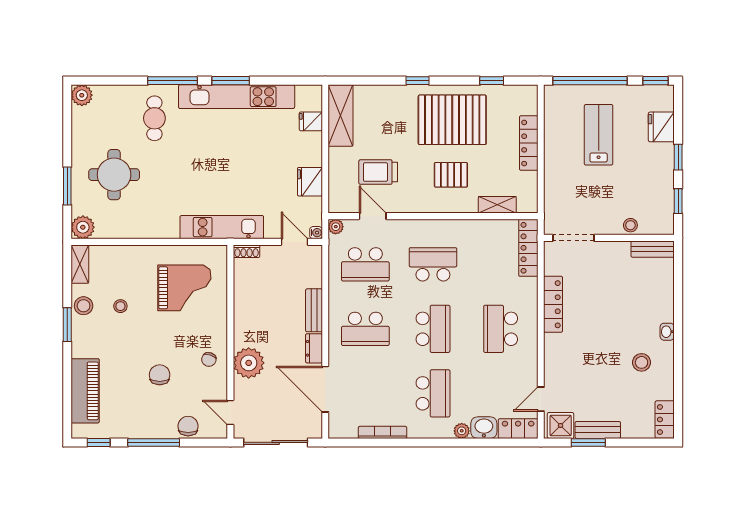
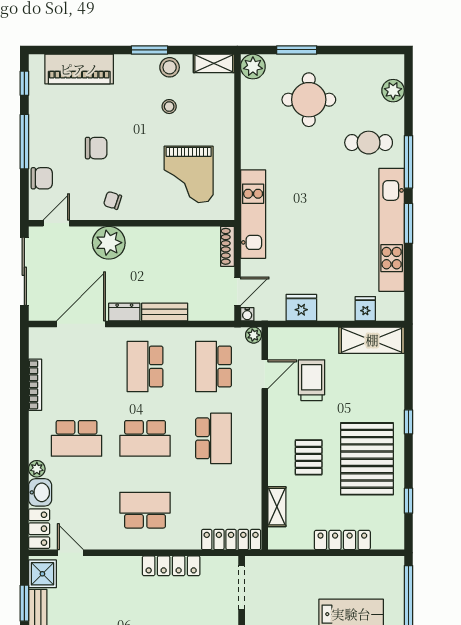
plant: (82, 95) -> (393, 91), moved
shoe rack: (246, 251) -> (227, 246), width x1.43

